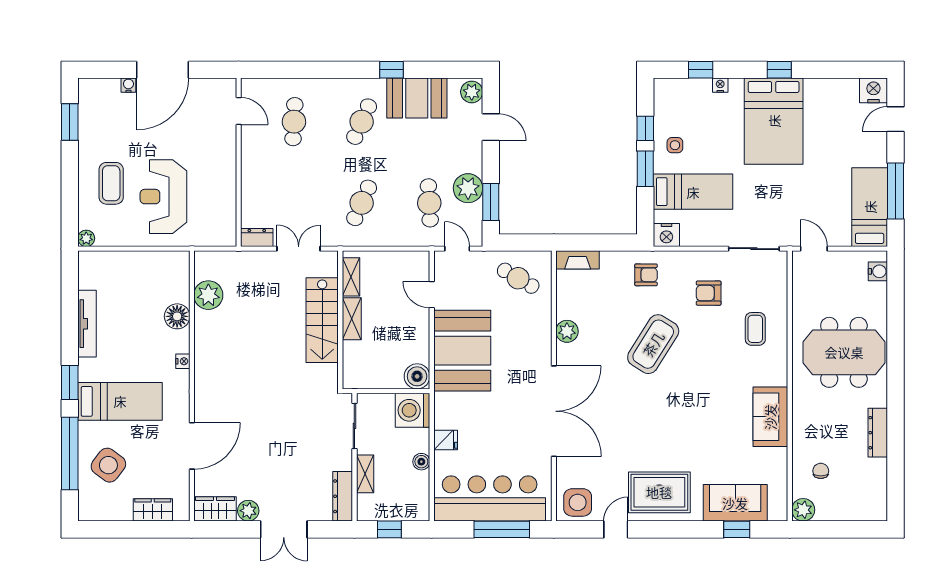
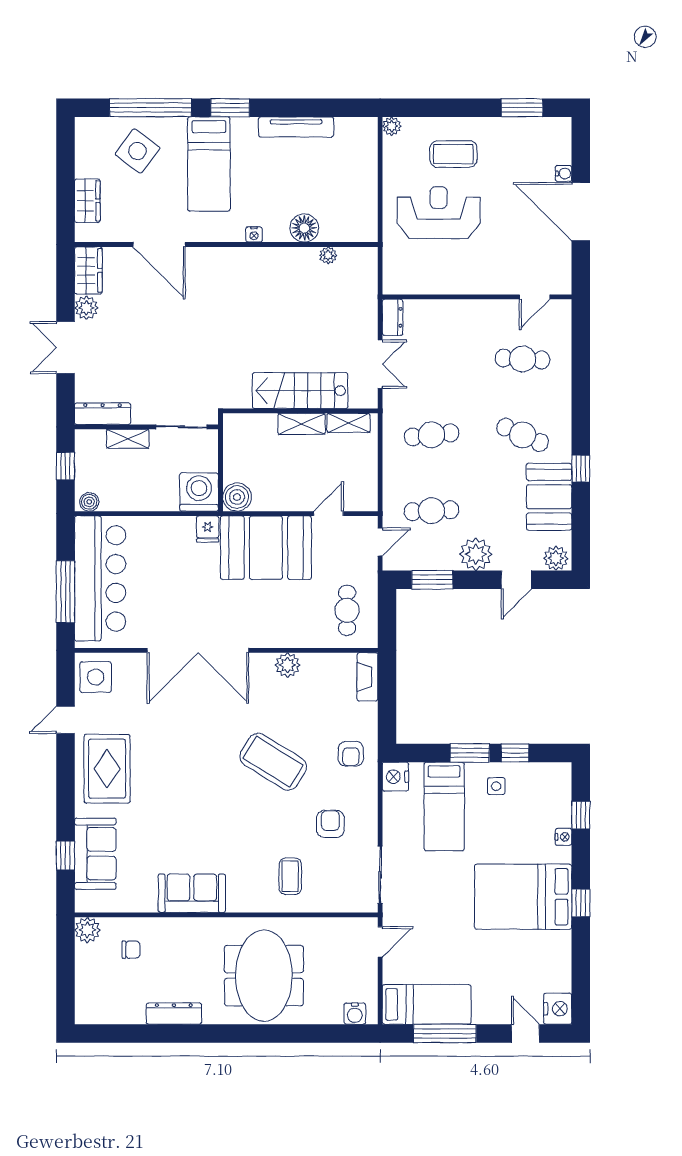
plant: (468, 188) -> (476, 554), moved
cafe table: (362, 203) -> (431, 435), turned -30
cafe table: (518, 278) -> (347, 610), turned -30
plant: (208, 295) -> (328, 255), width x0.53, depth x0.53
coffee table: (755, 329) -> (290, 876), turned 90
fridge: (446, 440) -> (208, 529), moved
boiler: (421, 462) -> (89, 502), moved
door: (616, 529) -> (65, 720), swing flipped

